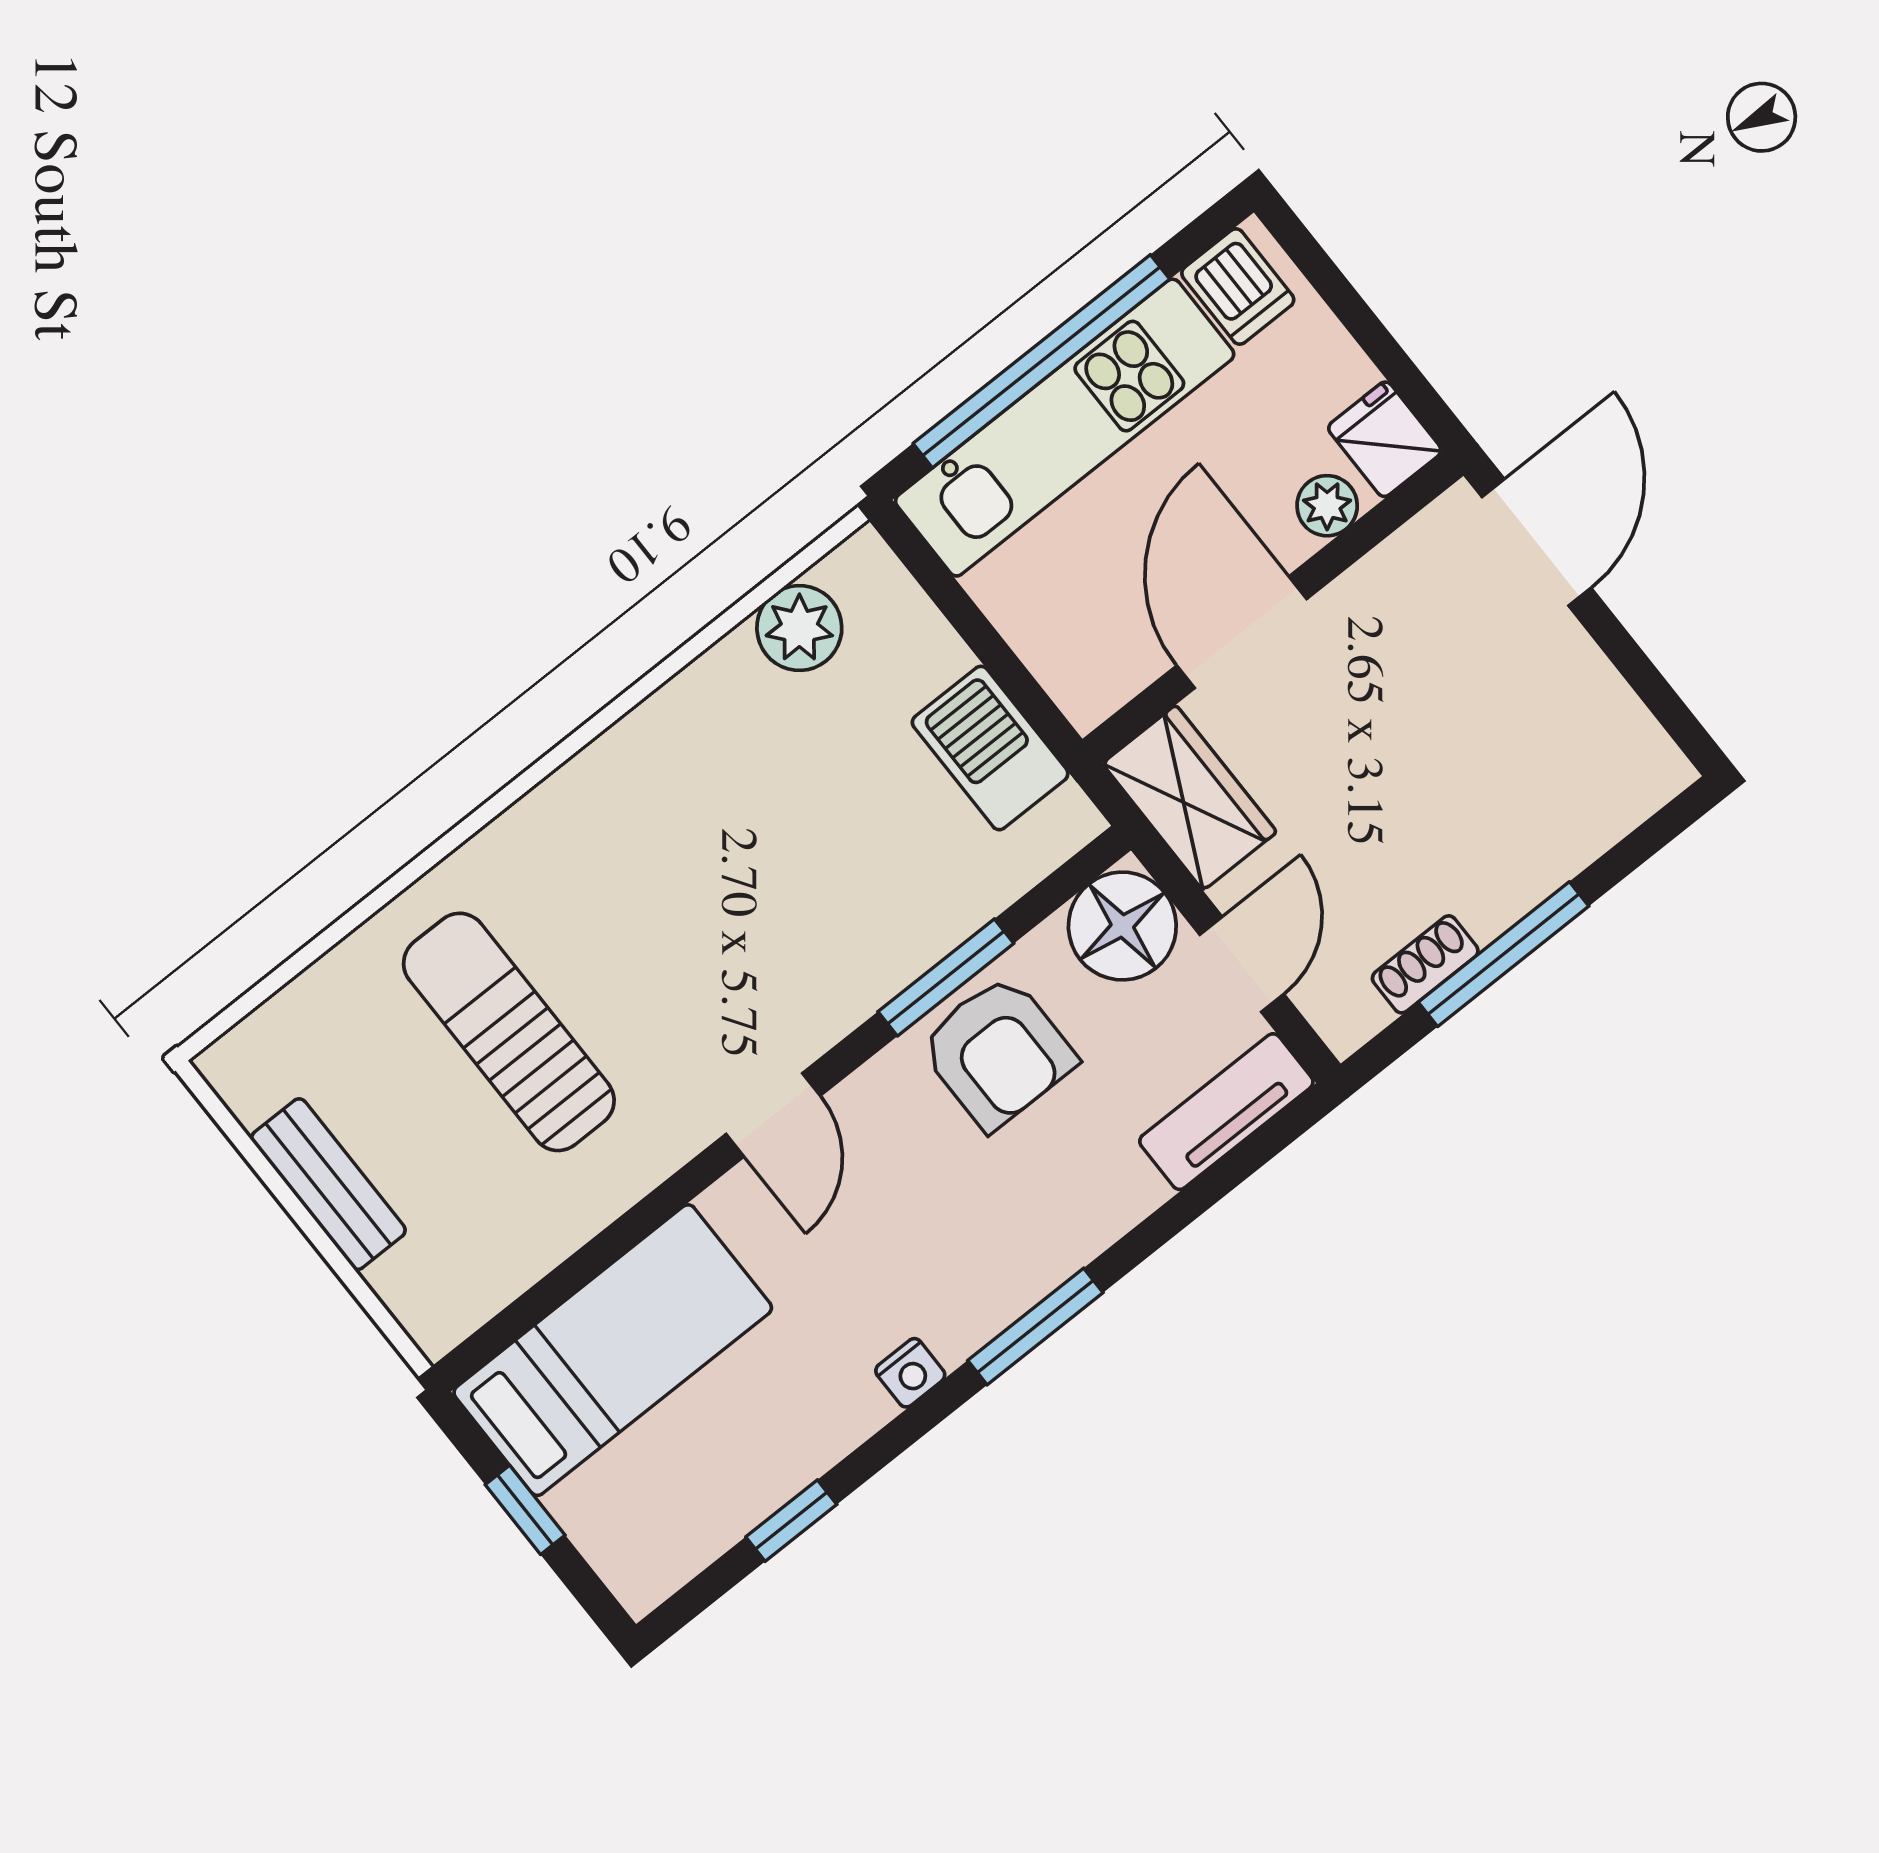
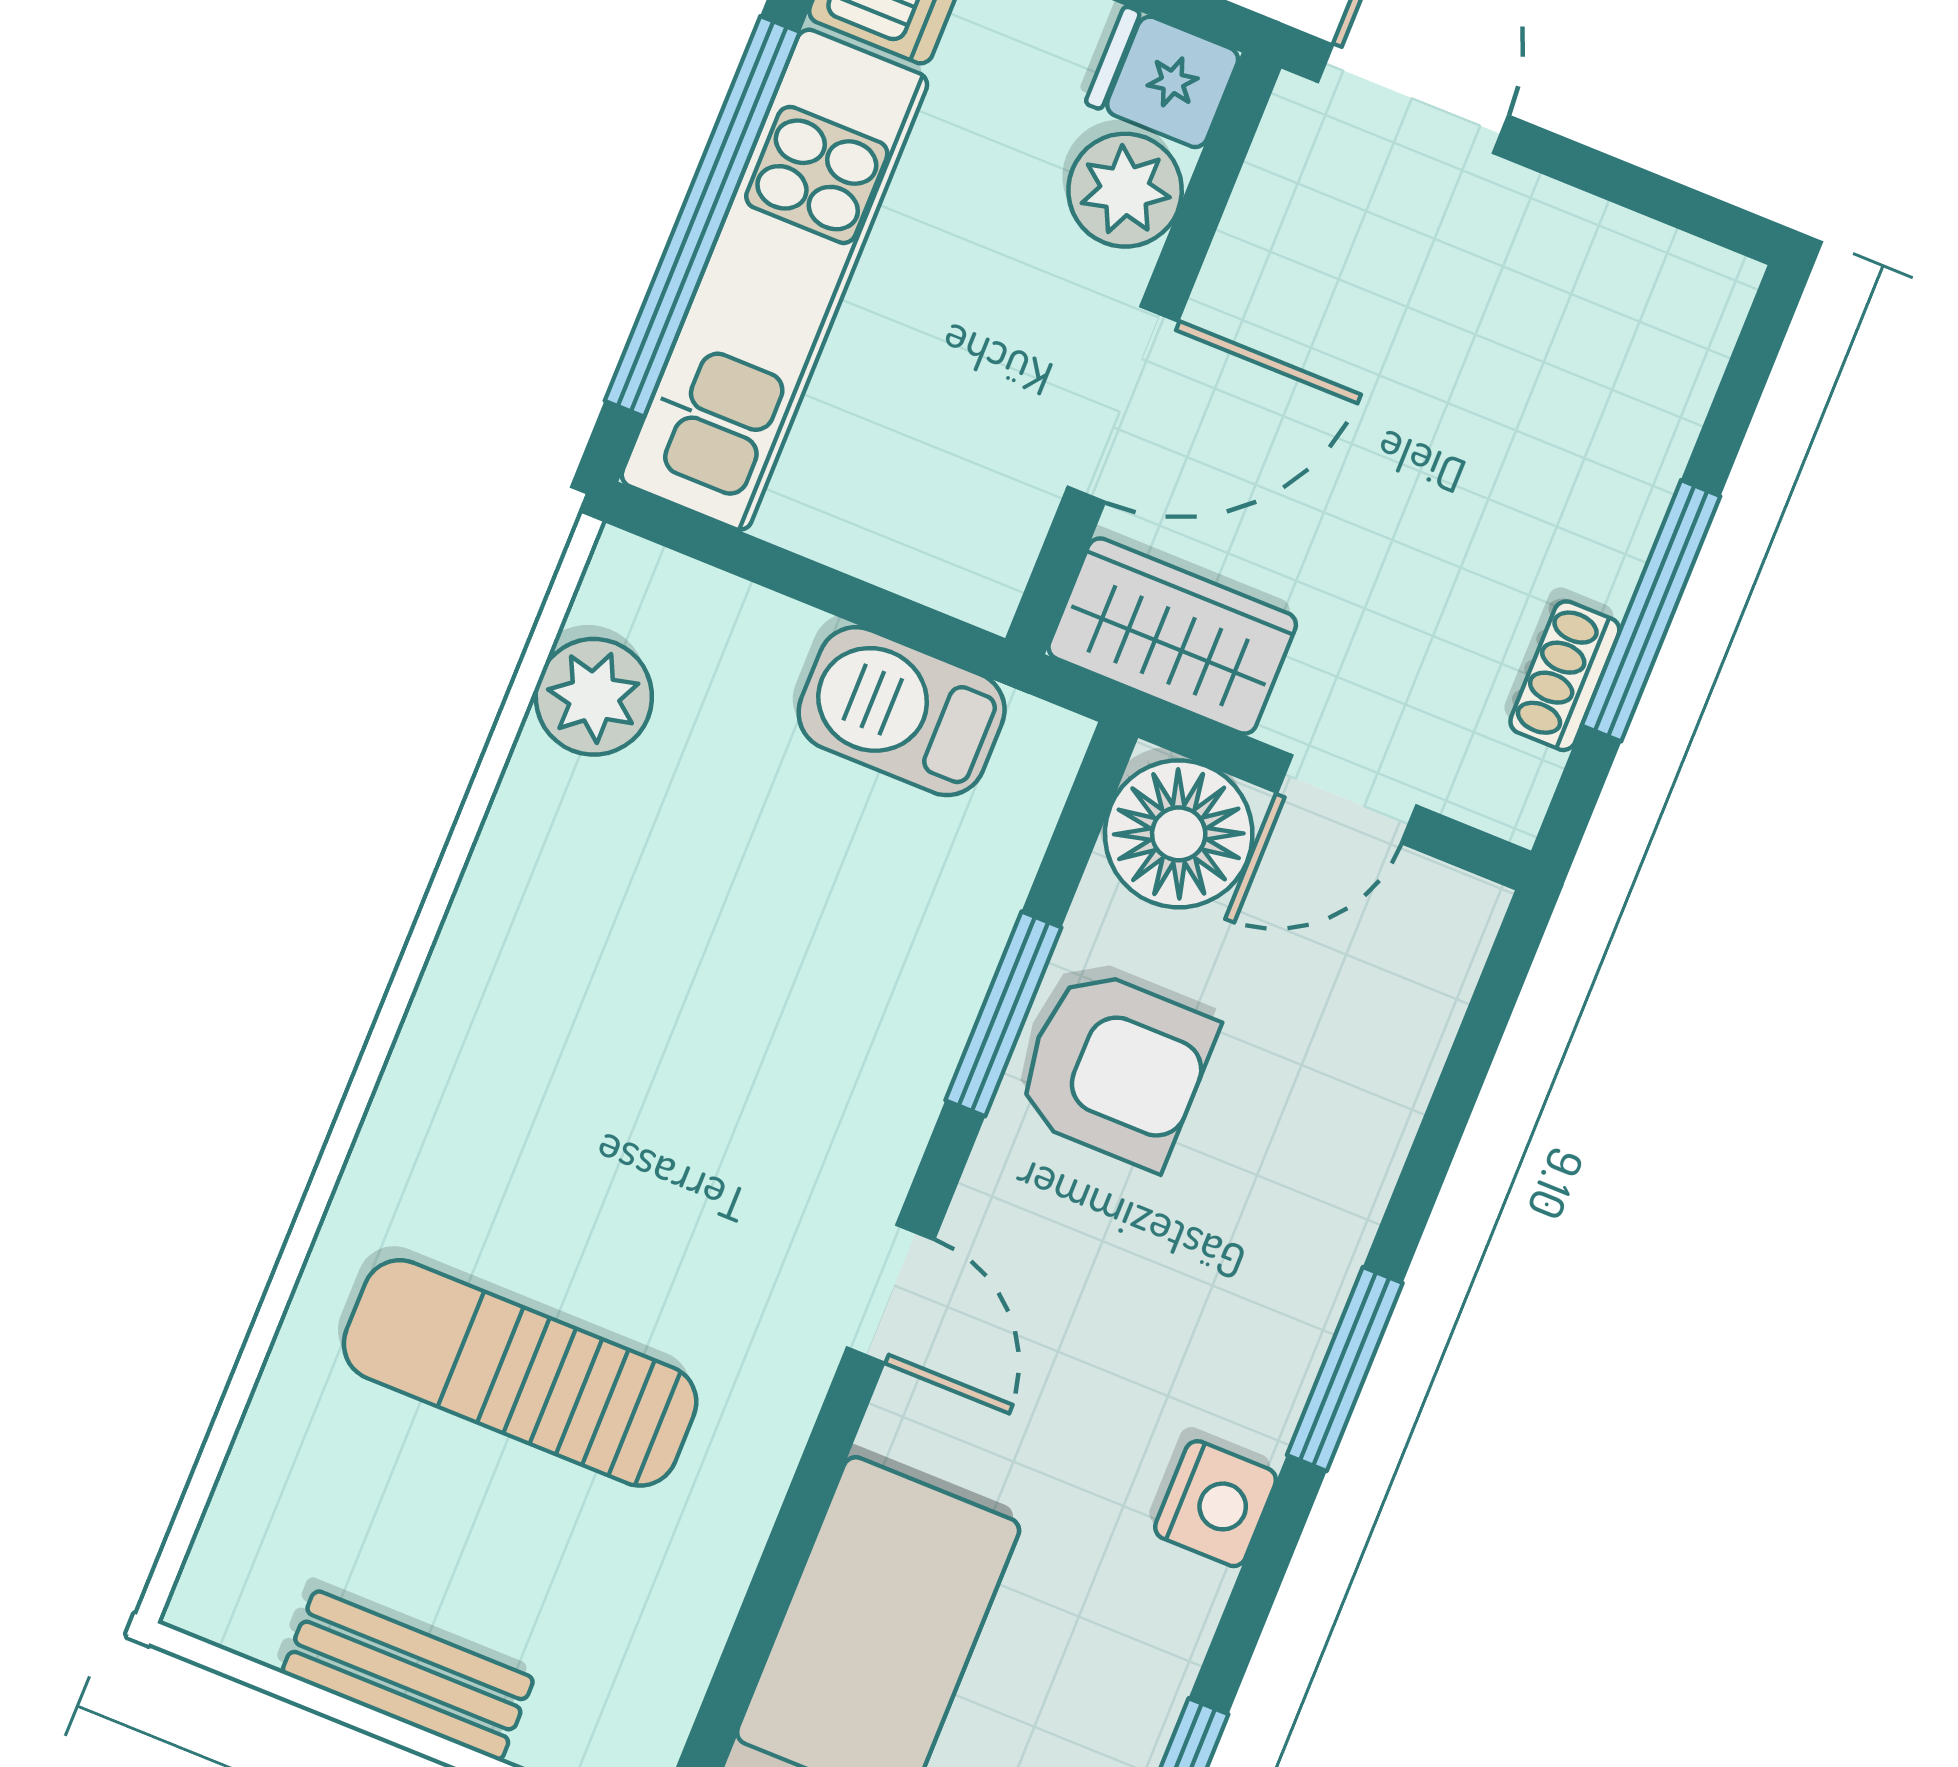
plant: (1327, 506) -> (1125, 190), width x1.38, depth x1.38
door: (1242, 632) -> (1123, 404), swing flipped
door: (1242, 964) -> (1347, 799), swing flipped
tv unit: (1226, 1112) -> (1427, 985), removed
nightstand: (910, 1373) -> (1216, 1504), width x1.39, depth x1.35

